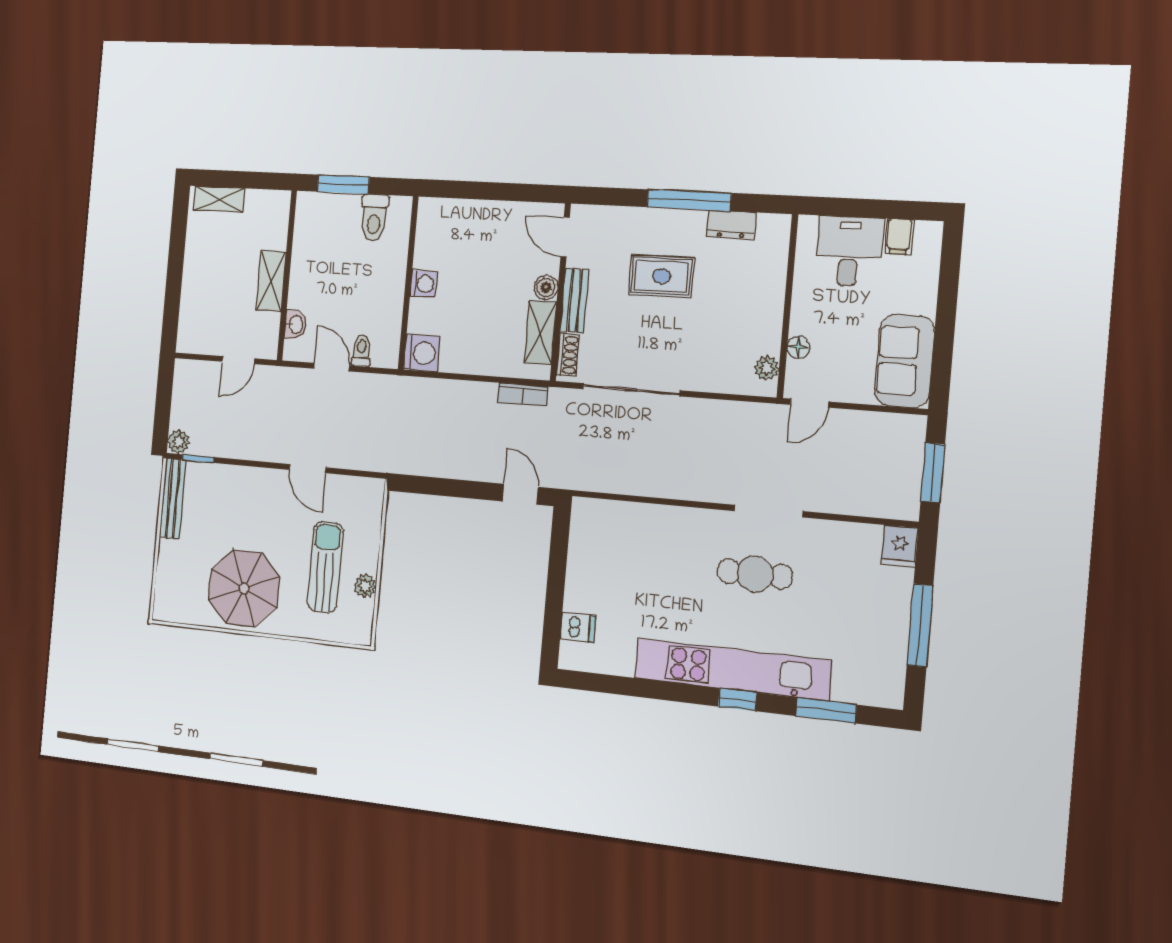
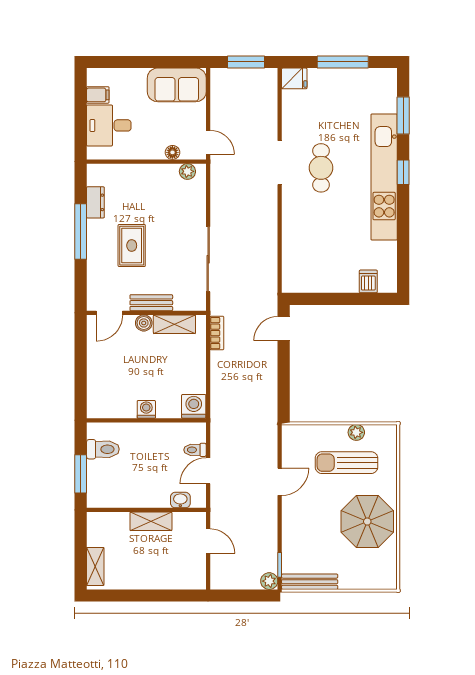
shoe rack: (568, 355) -> (188, 304), removed

